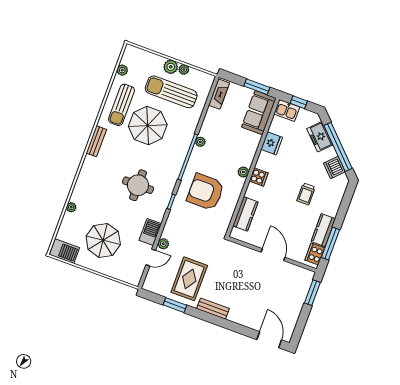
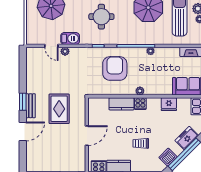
kitchen counter: (245, 214) -> (122, 104), moved
rug: (189, 279) -> (59, 109), moved, turned 90
window: (175, 305) -> (23, 102), moved
door: (269, 340) -> (23, 131), moved

